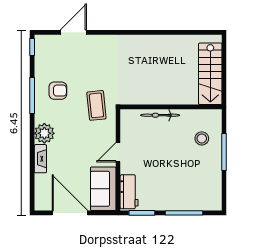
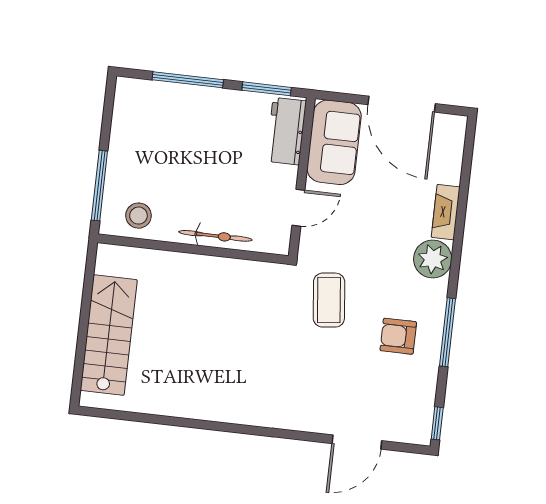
wall: (171, 107) -> (193, 249), moved
bicycle: (160, 115) -> (215, 236), moved

